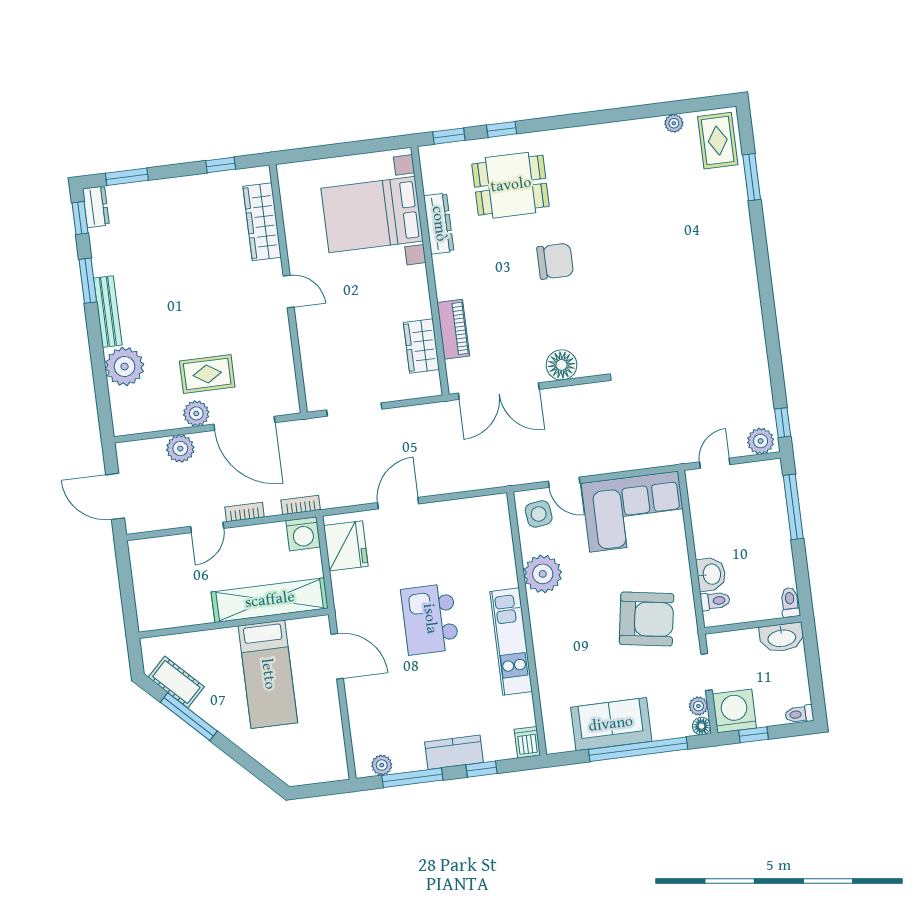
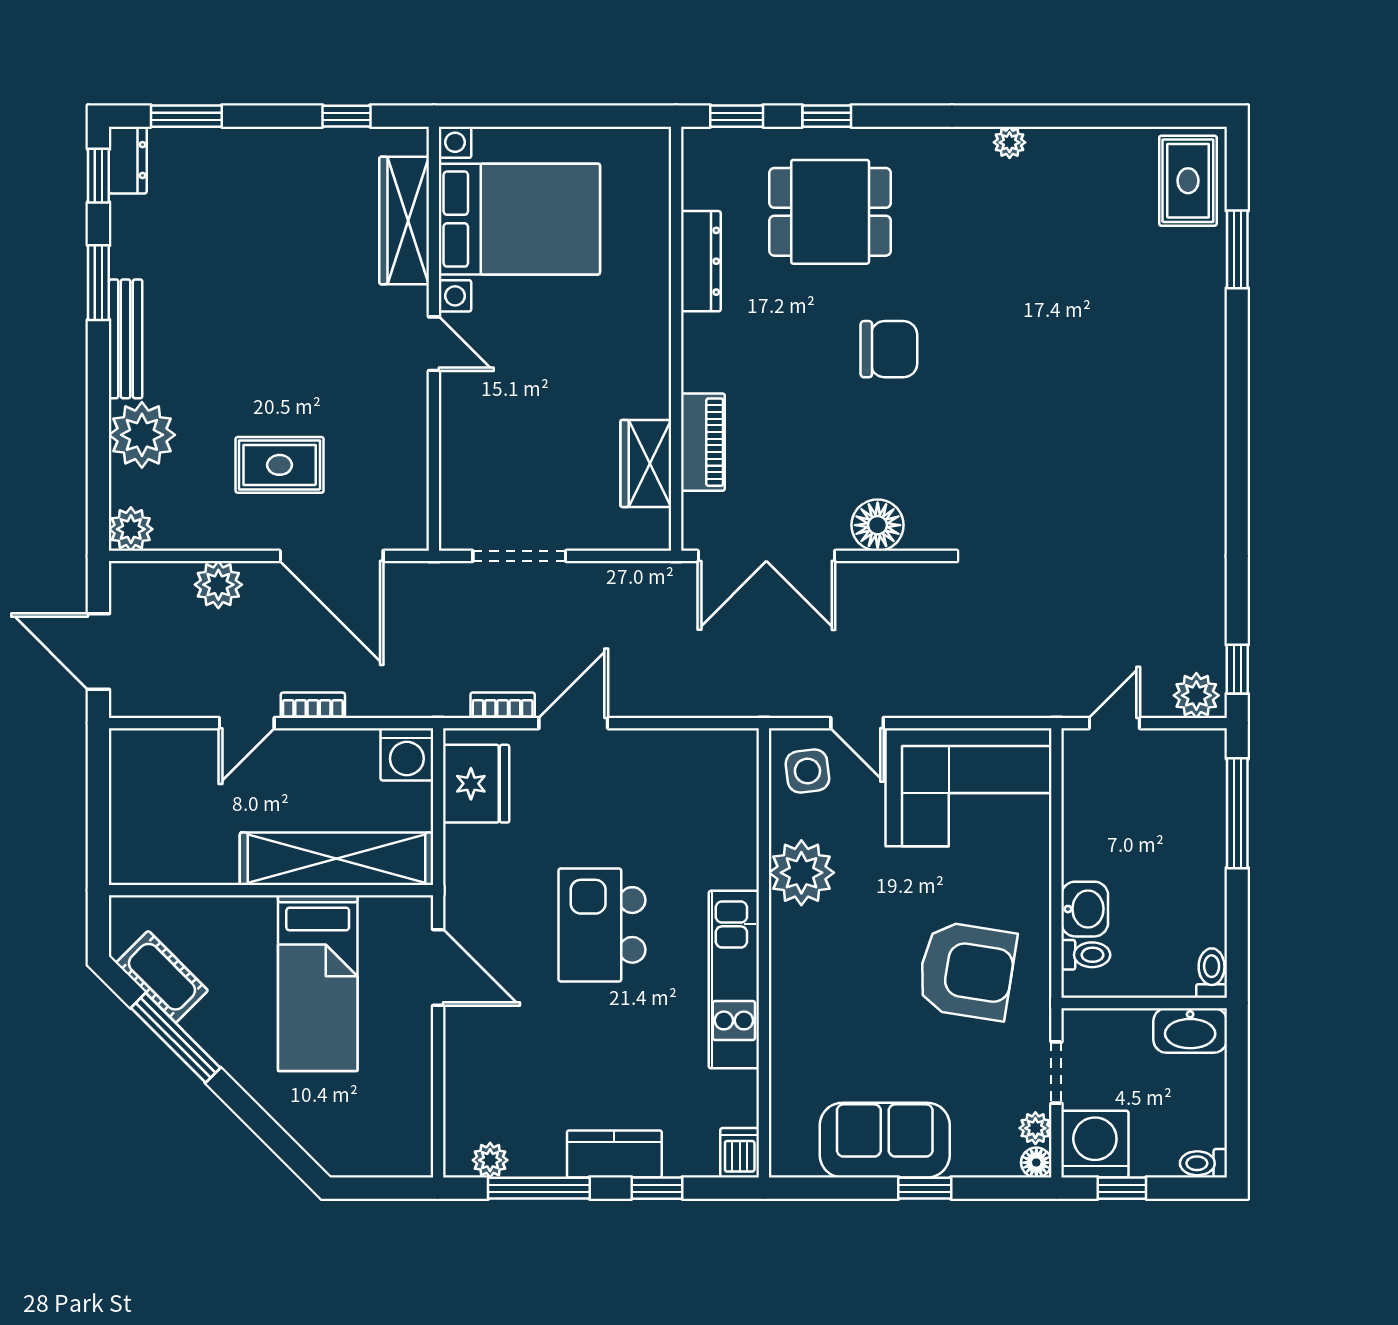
plant: (674, 123) -> (1010, 142), moved
bed with nightstands: (372, 215) -> (519, 219), moved, turned 180
plant: (196, 413) -> (131, 529), moved
bookcase: (301, 505) -> (503, 705), moved
window: (638, 749) -> (925, 1188), width x0.32

